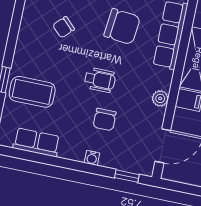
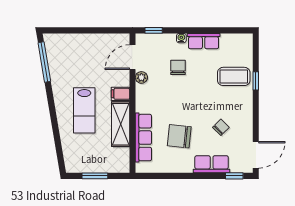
wheelchair: (100, 80) -> (187, 95), removed
plant: (160, 98) -> (141, 77), moved
row of seats: (36, 142) -> (204, 41), moved

